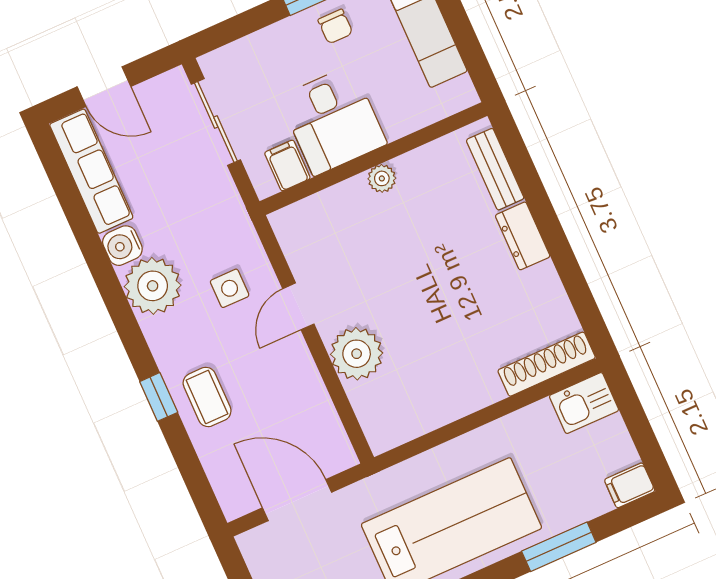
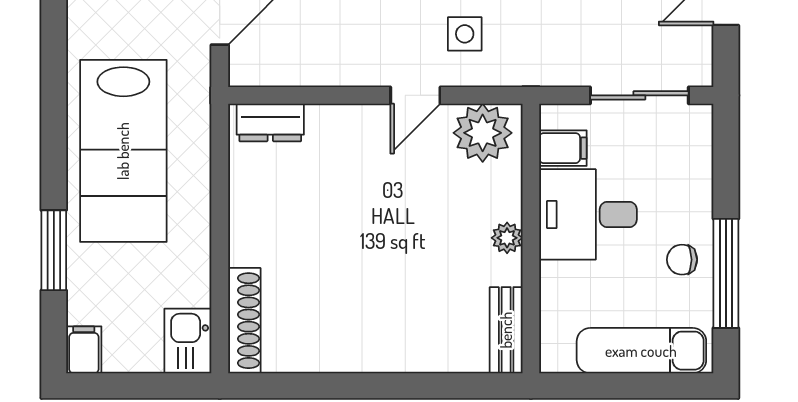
bench: (495, 169) -> (506, 330), moved, turned 90
dresser: (523, 236) -> (270, 123), moved, turned 180
door: (298, 306) -> (415, 95), swing flipped
plant: (357, 354) -> (483, 133), moved

